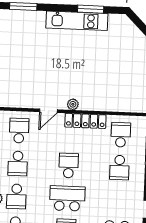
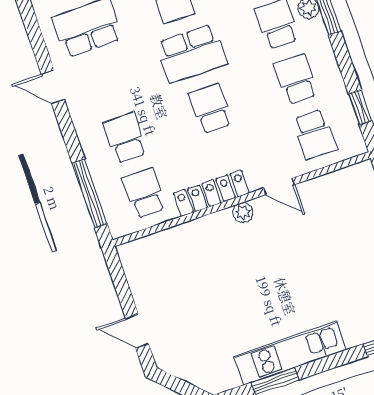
door: (48, 111) -> (279, 186), swing flipped
school desk: (121, 135) -> (144, 193), turned 180
school desk: (69, 166) -> (211, 109), turned 180

